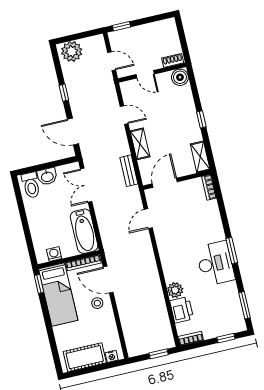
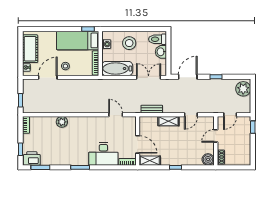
door: (165, 183) -> (138, 144), moved
stool: (45, 223) -> (129, 43), added
desk: (215, 263) -> (103, 154), moved
door: (108, 280) -> (48, 77), moved
printer: (182, 310) -> (32, 158), moved, turned 180

